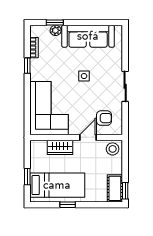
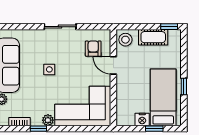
plant: (36, 75) -> (48, 120), added
wardrobe: (60, 147) -> (124, 95), removed
nightstand: (36, 165) -> (142, 119), added
cot: (115, 188) -> (153, 37), moved

